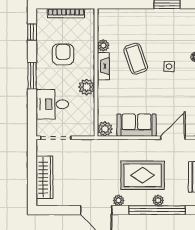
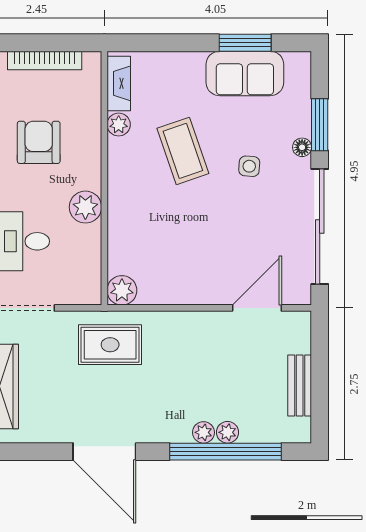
fireplace: (103, 66) -> (119, 83), moved
sofa: (137, 125) -> (245, 73), moved, turned 180
rug: (143, 175) -> (110, 345), moved, width x0.73, depth x0.70
plant: (119, 200) -> (203, 432), moved

